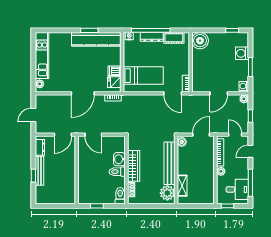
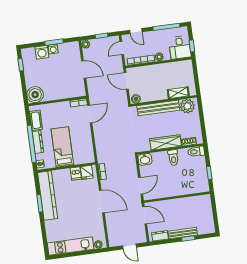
bed: (143, 76) -> (62, 147), moved
washing machine: (244, 86) -> (53, 49), moved
washbasin: (119, 159) -> (145, 159), moved
desk: (237, 189) -> (180, 47), moved, turned 180

